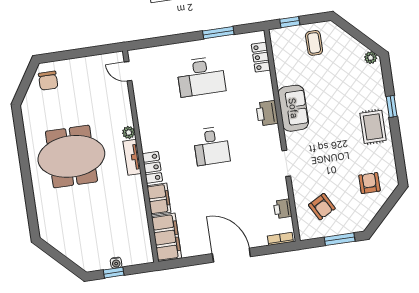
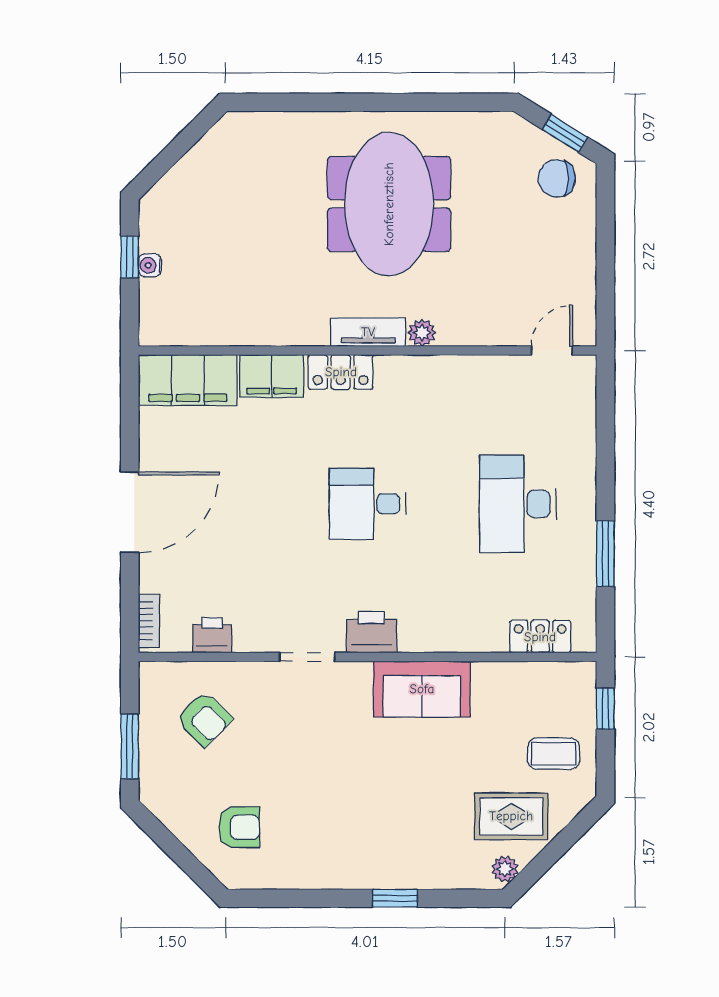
window: (27, 80) -> (565, 133), added
printer: (267, 113) -> (372, 632), moved
rug: (373, 127) -> (511, 816), moved
armchair: (322, 207) -> (204, 719), turned -107

